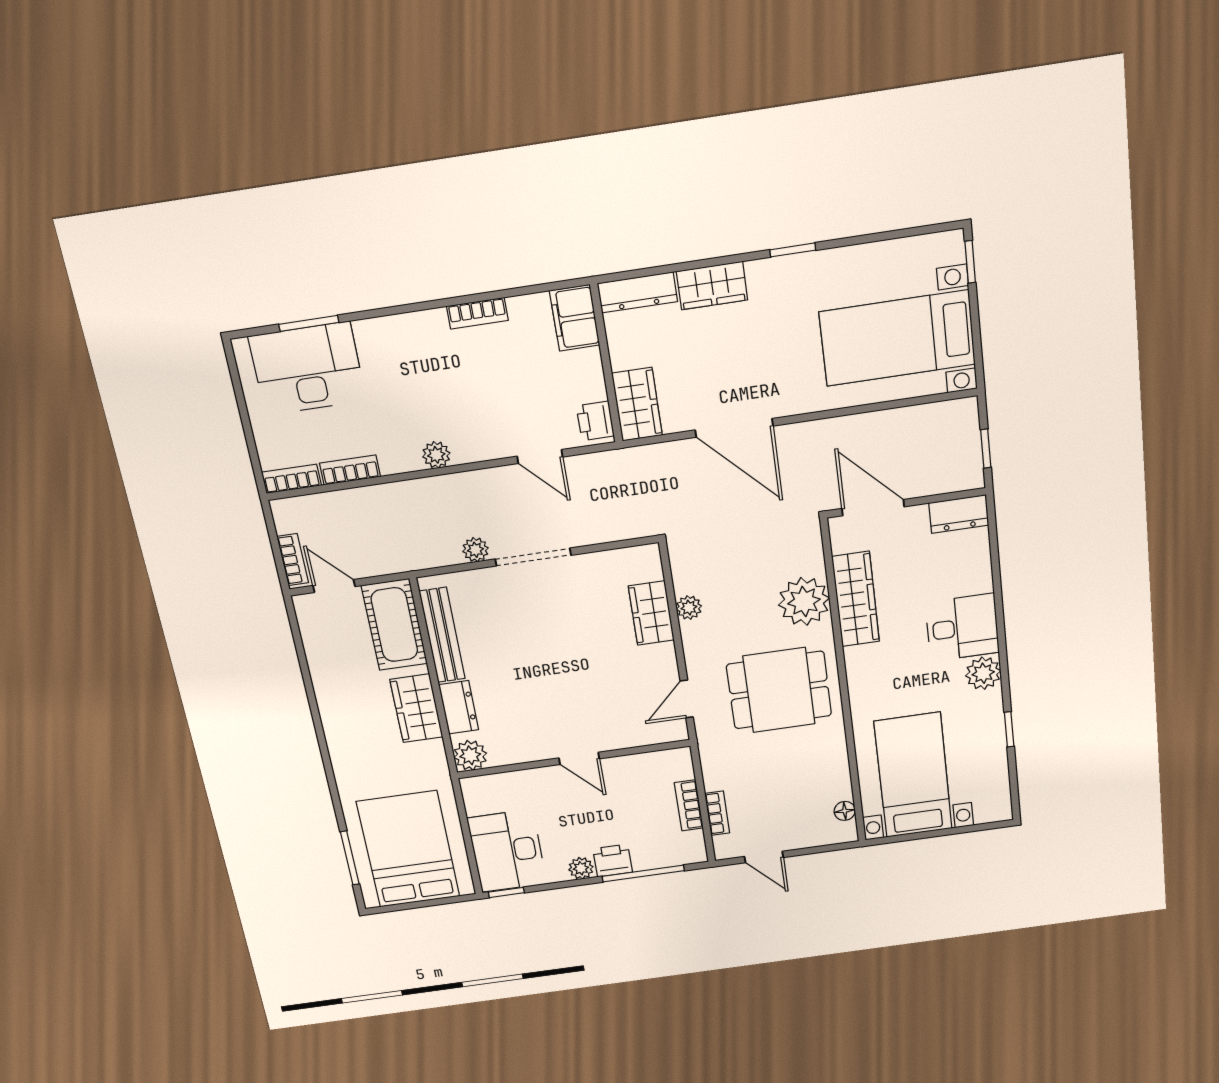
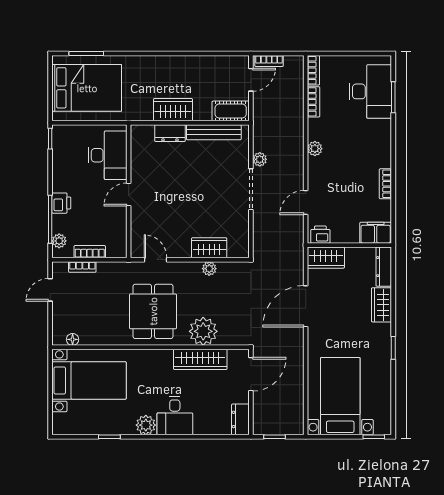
cot: (394, 625) -> (231, 111), width x0.73, depth x0.75
plant: (470, 755) -> (140, 134), removed
desk: (507, 851) -> (108, 155), moved, turned 90
plant: (581, 868) -> (59, 241), moved

